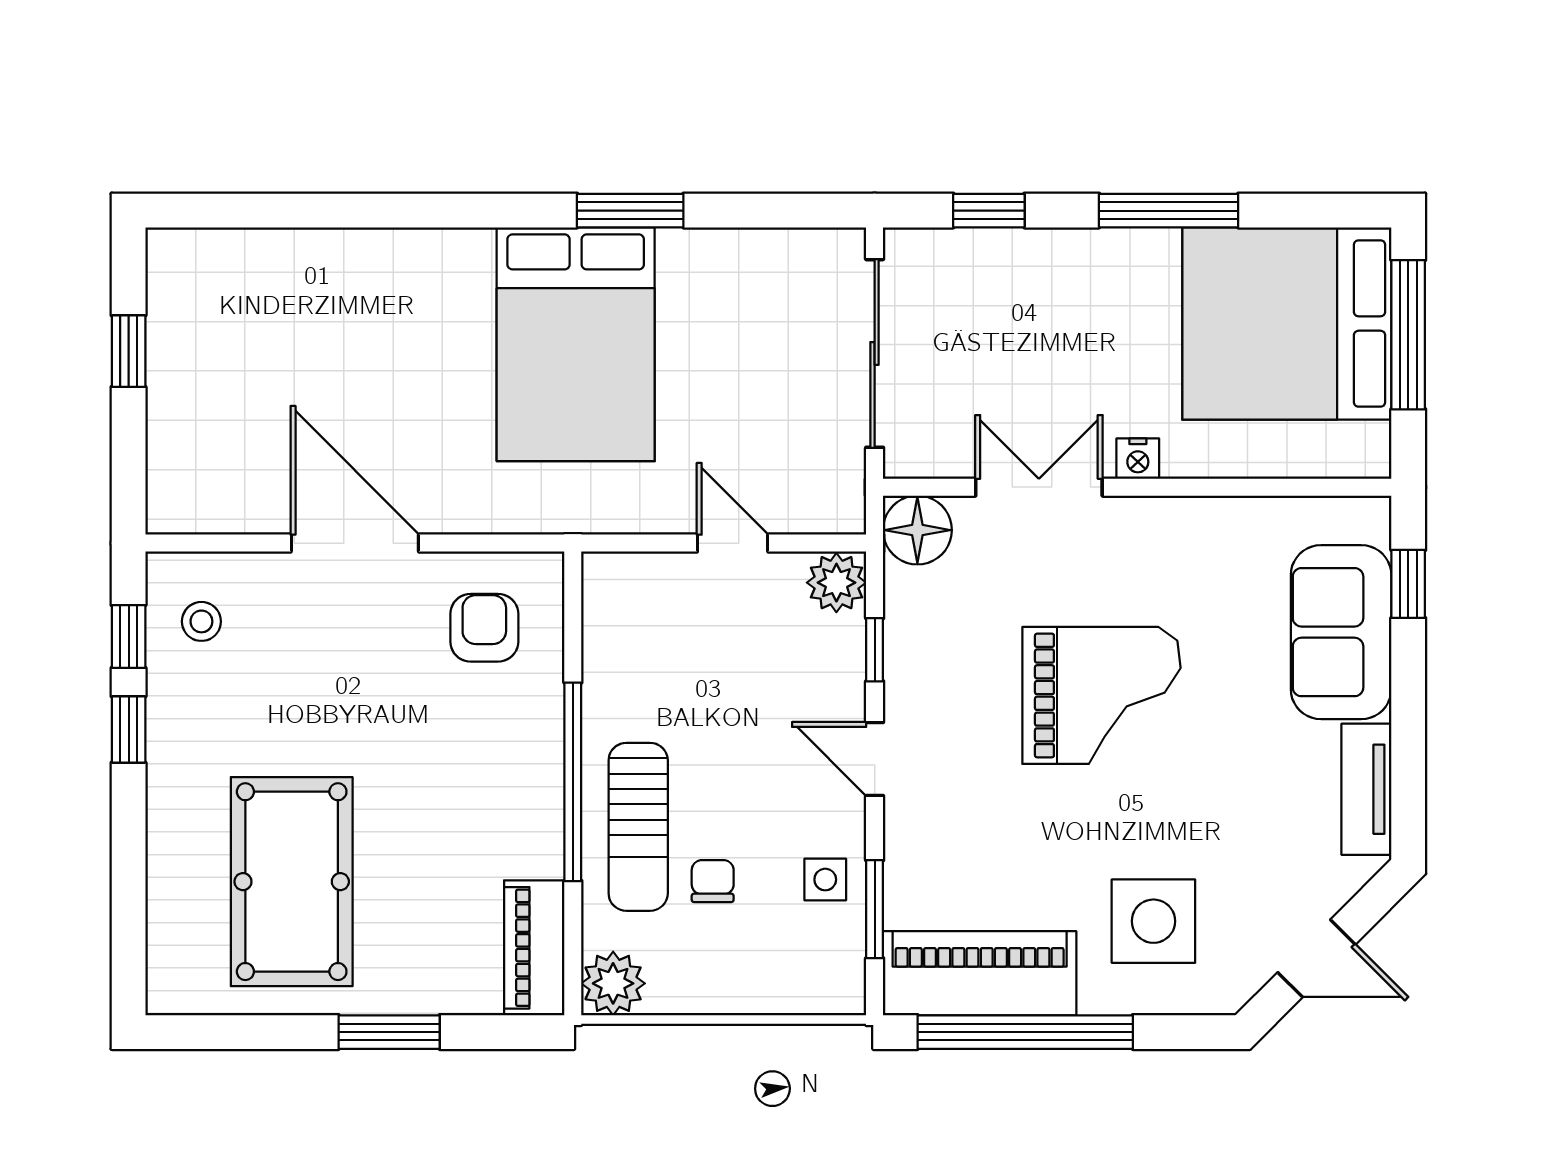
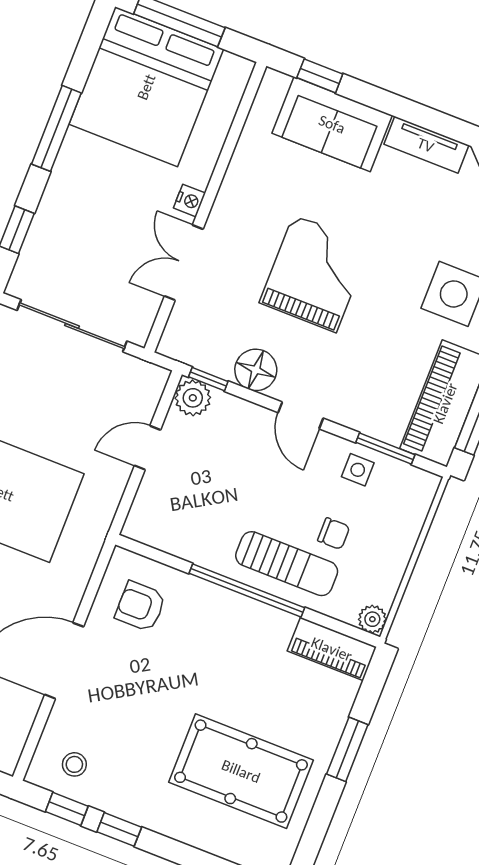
floor lamp: (917, 530) -> (256, 370), moved
window: (875, 650) -> (208, 379), moved
door: (875, 759) -> (301, 415), hinge flipped
chair: (713, 881) -> (334, 534), turned 180
plant: (613, 983) -> (372, 619), width x0.73, depth x0.73

